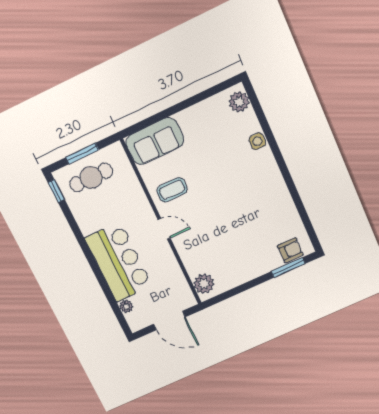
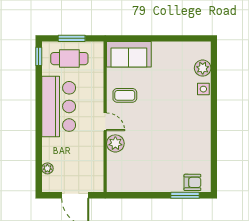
plant: (239, 102) -> (203, 68), moved
bar counter: (119, 262) -> (59, 106), moved
plant: (204, 284) -> (115, 143), moved

